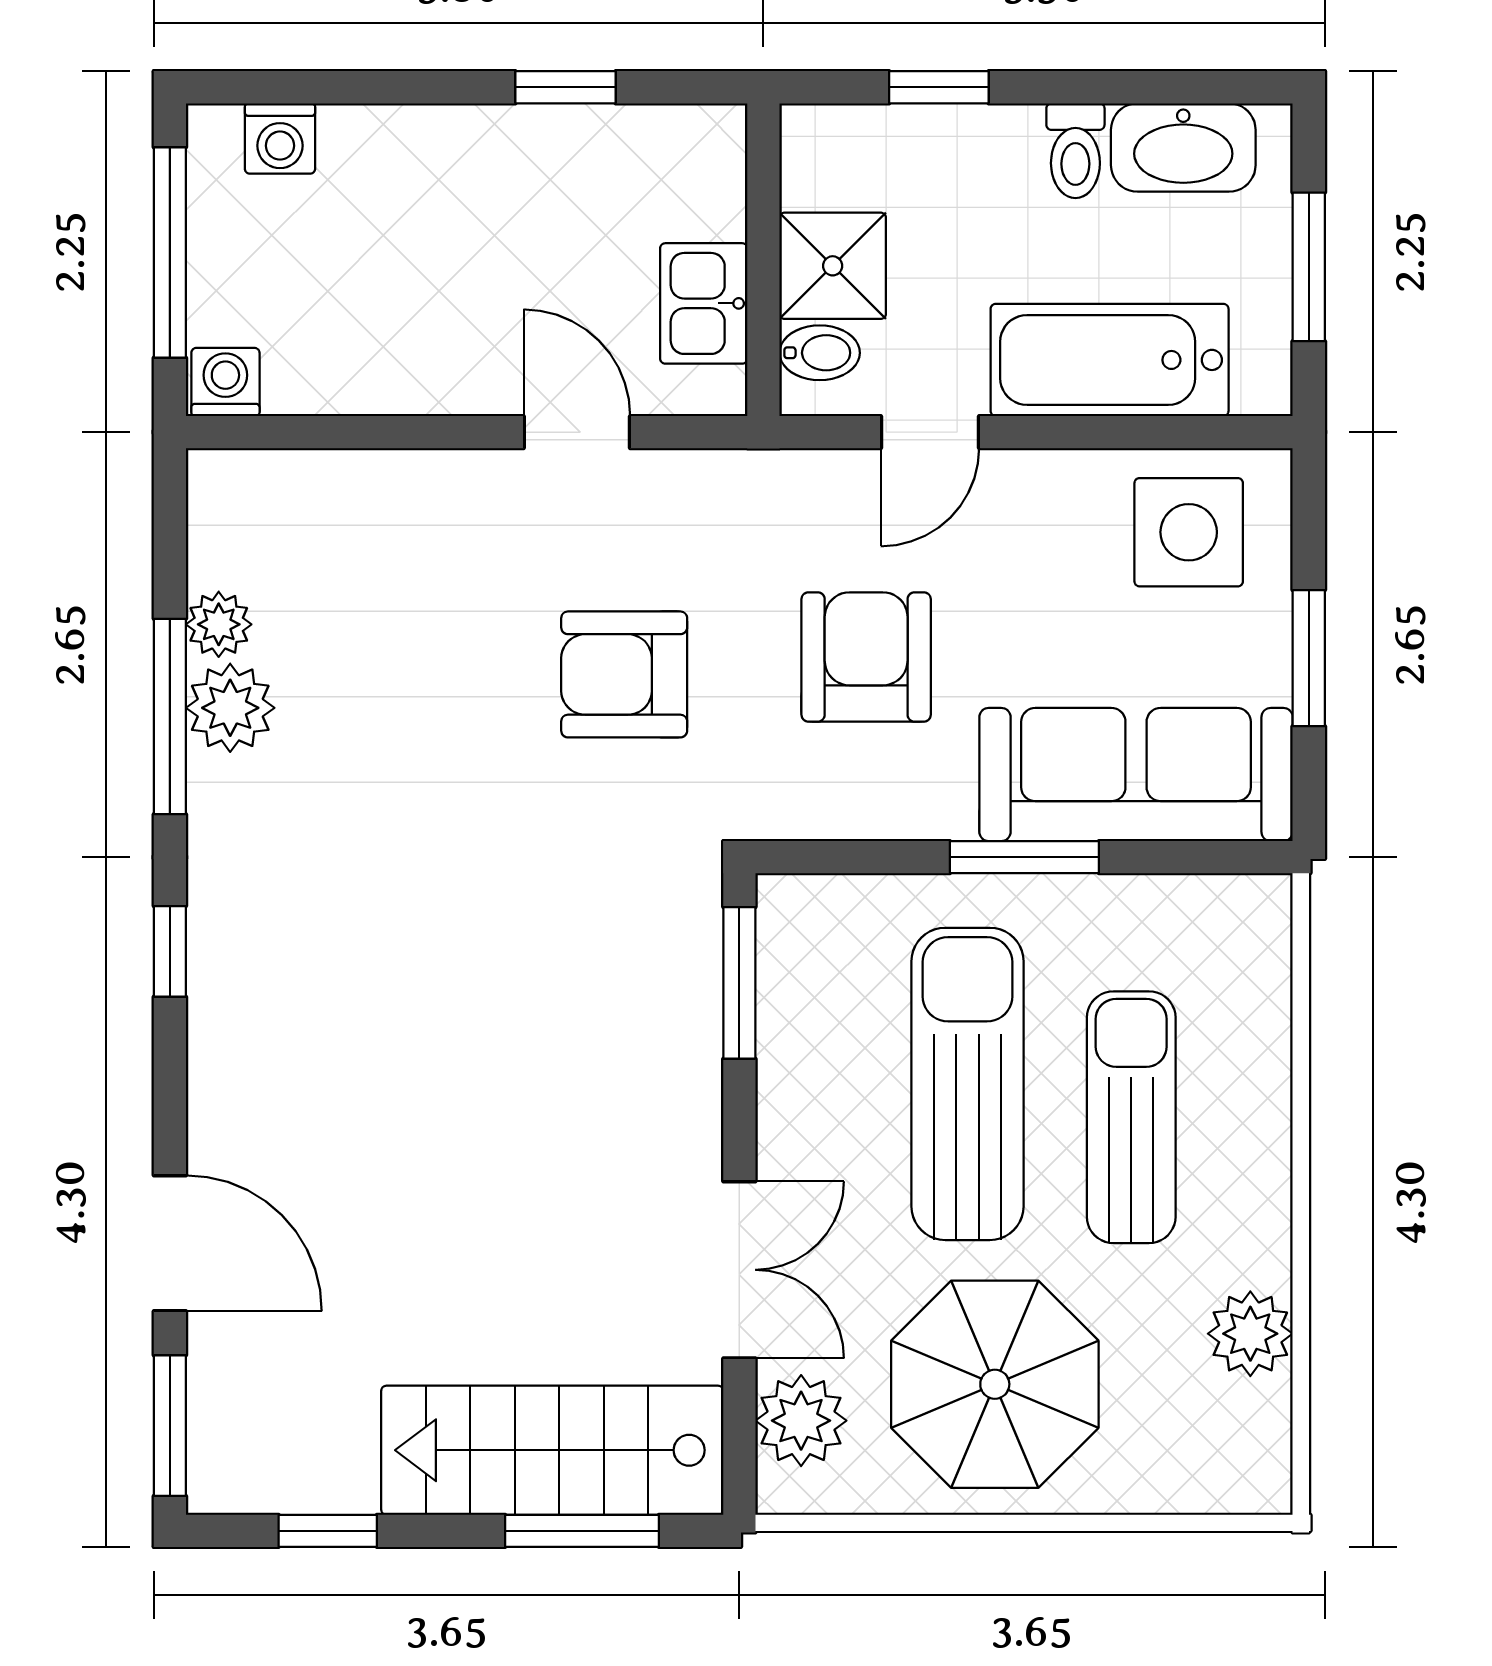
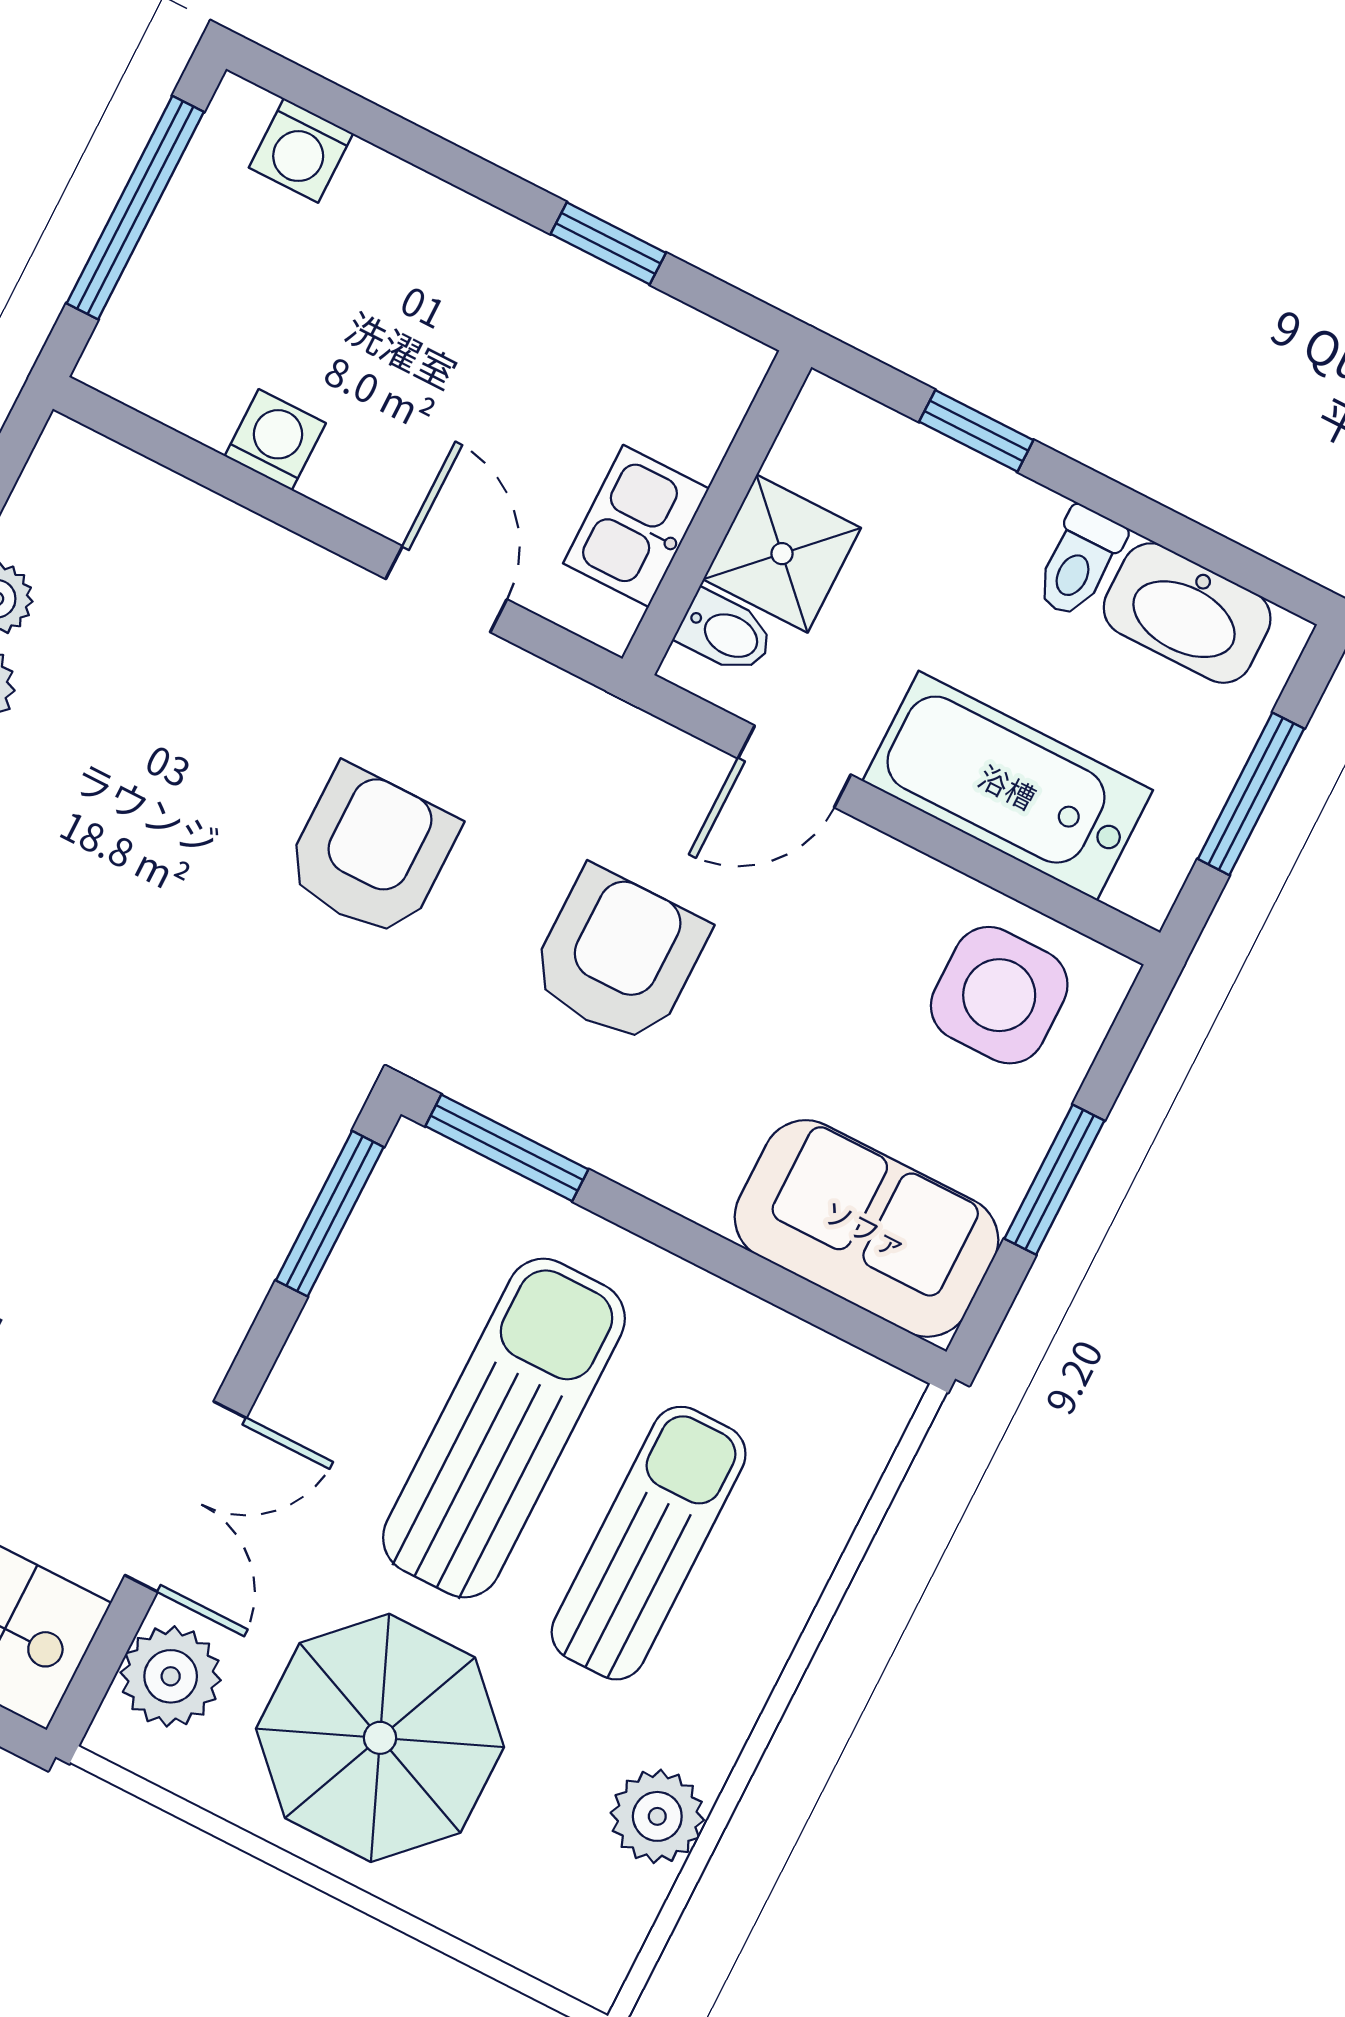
washing machine: (225, 382) -> (275, 440), moved
armchair: (624, 674) -> (371, 852), turned 90
sofa: (1136, 775) -> (866, 1228), width x0.73
window: (1024, 857) -> (507, 1148), moved

